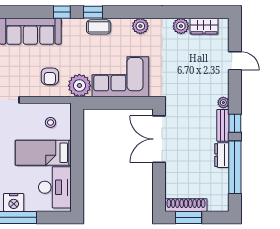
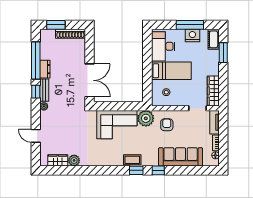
plant: (140, 26) -> (103, 160), removed
window: (188, 217) -> (56, 25), moved

